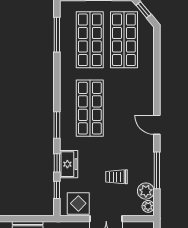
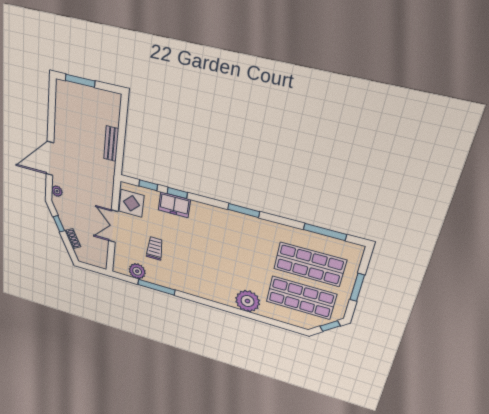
shop shelf: (90, 108) -> (232, 243), removed
window: (57, 125) -> (244, 210), moved
door: (157, 125) -> (203, 301), removed
plant: (148, 206) -> (248, 301), moved, width x1.87, depth x1.87

